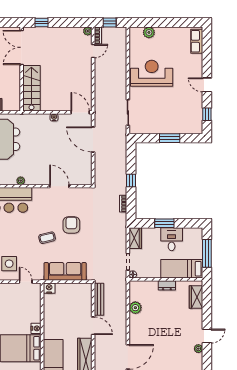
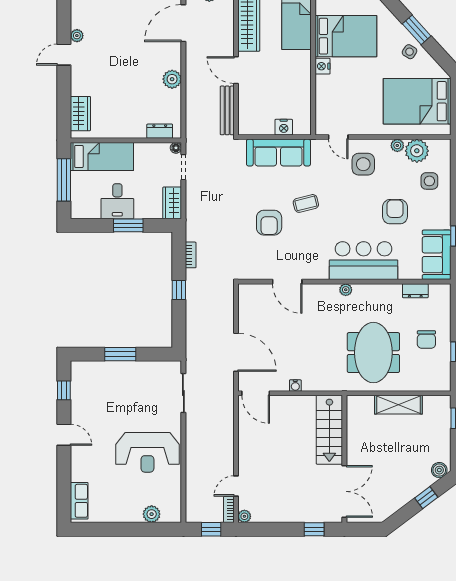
dresser: (167, 285) -> (160, 131), moved
nightstand: (49, 288) -> (284, 127), moved
plant: (135, 308) -> (172, 79), moved

